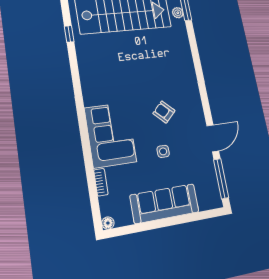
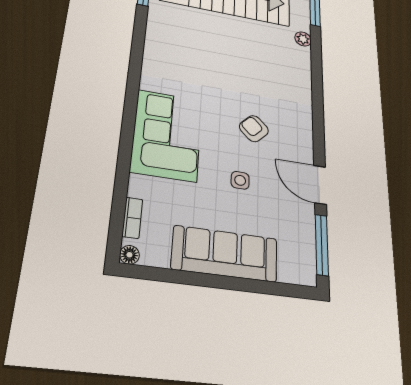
plant: (178, 13) -> (303, 39), moved
door: (213, 138) -> (320, 185), swing flipped
bookcase: (101, 182) -> (132, 218), moved

